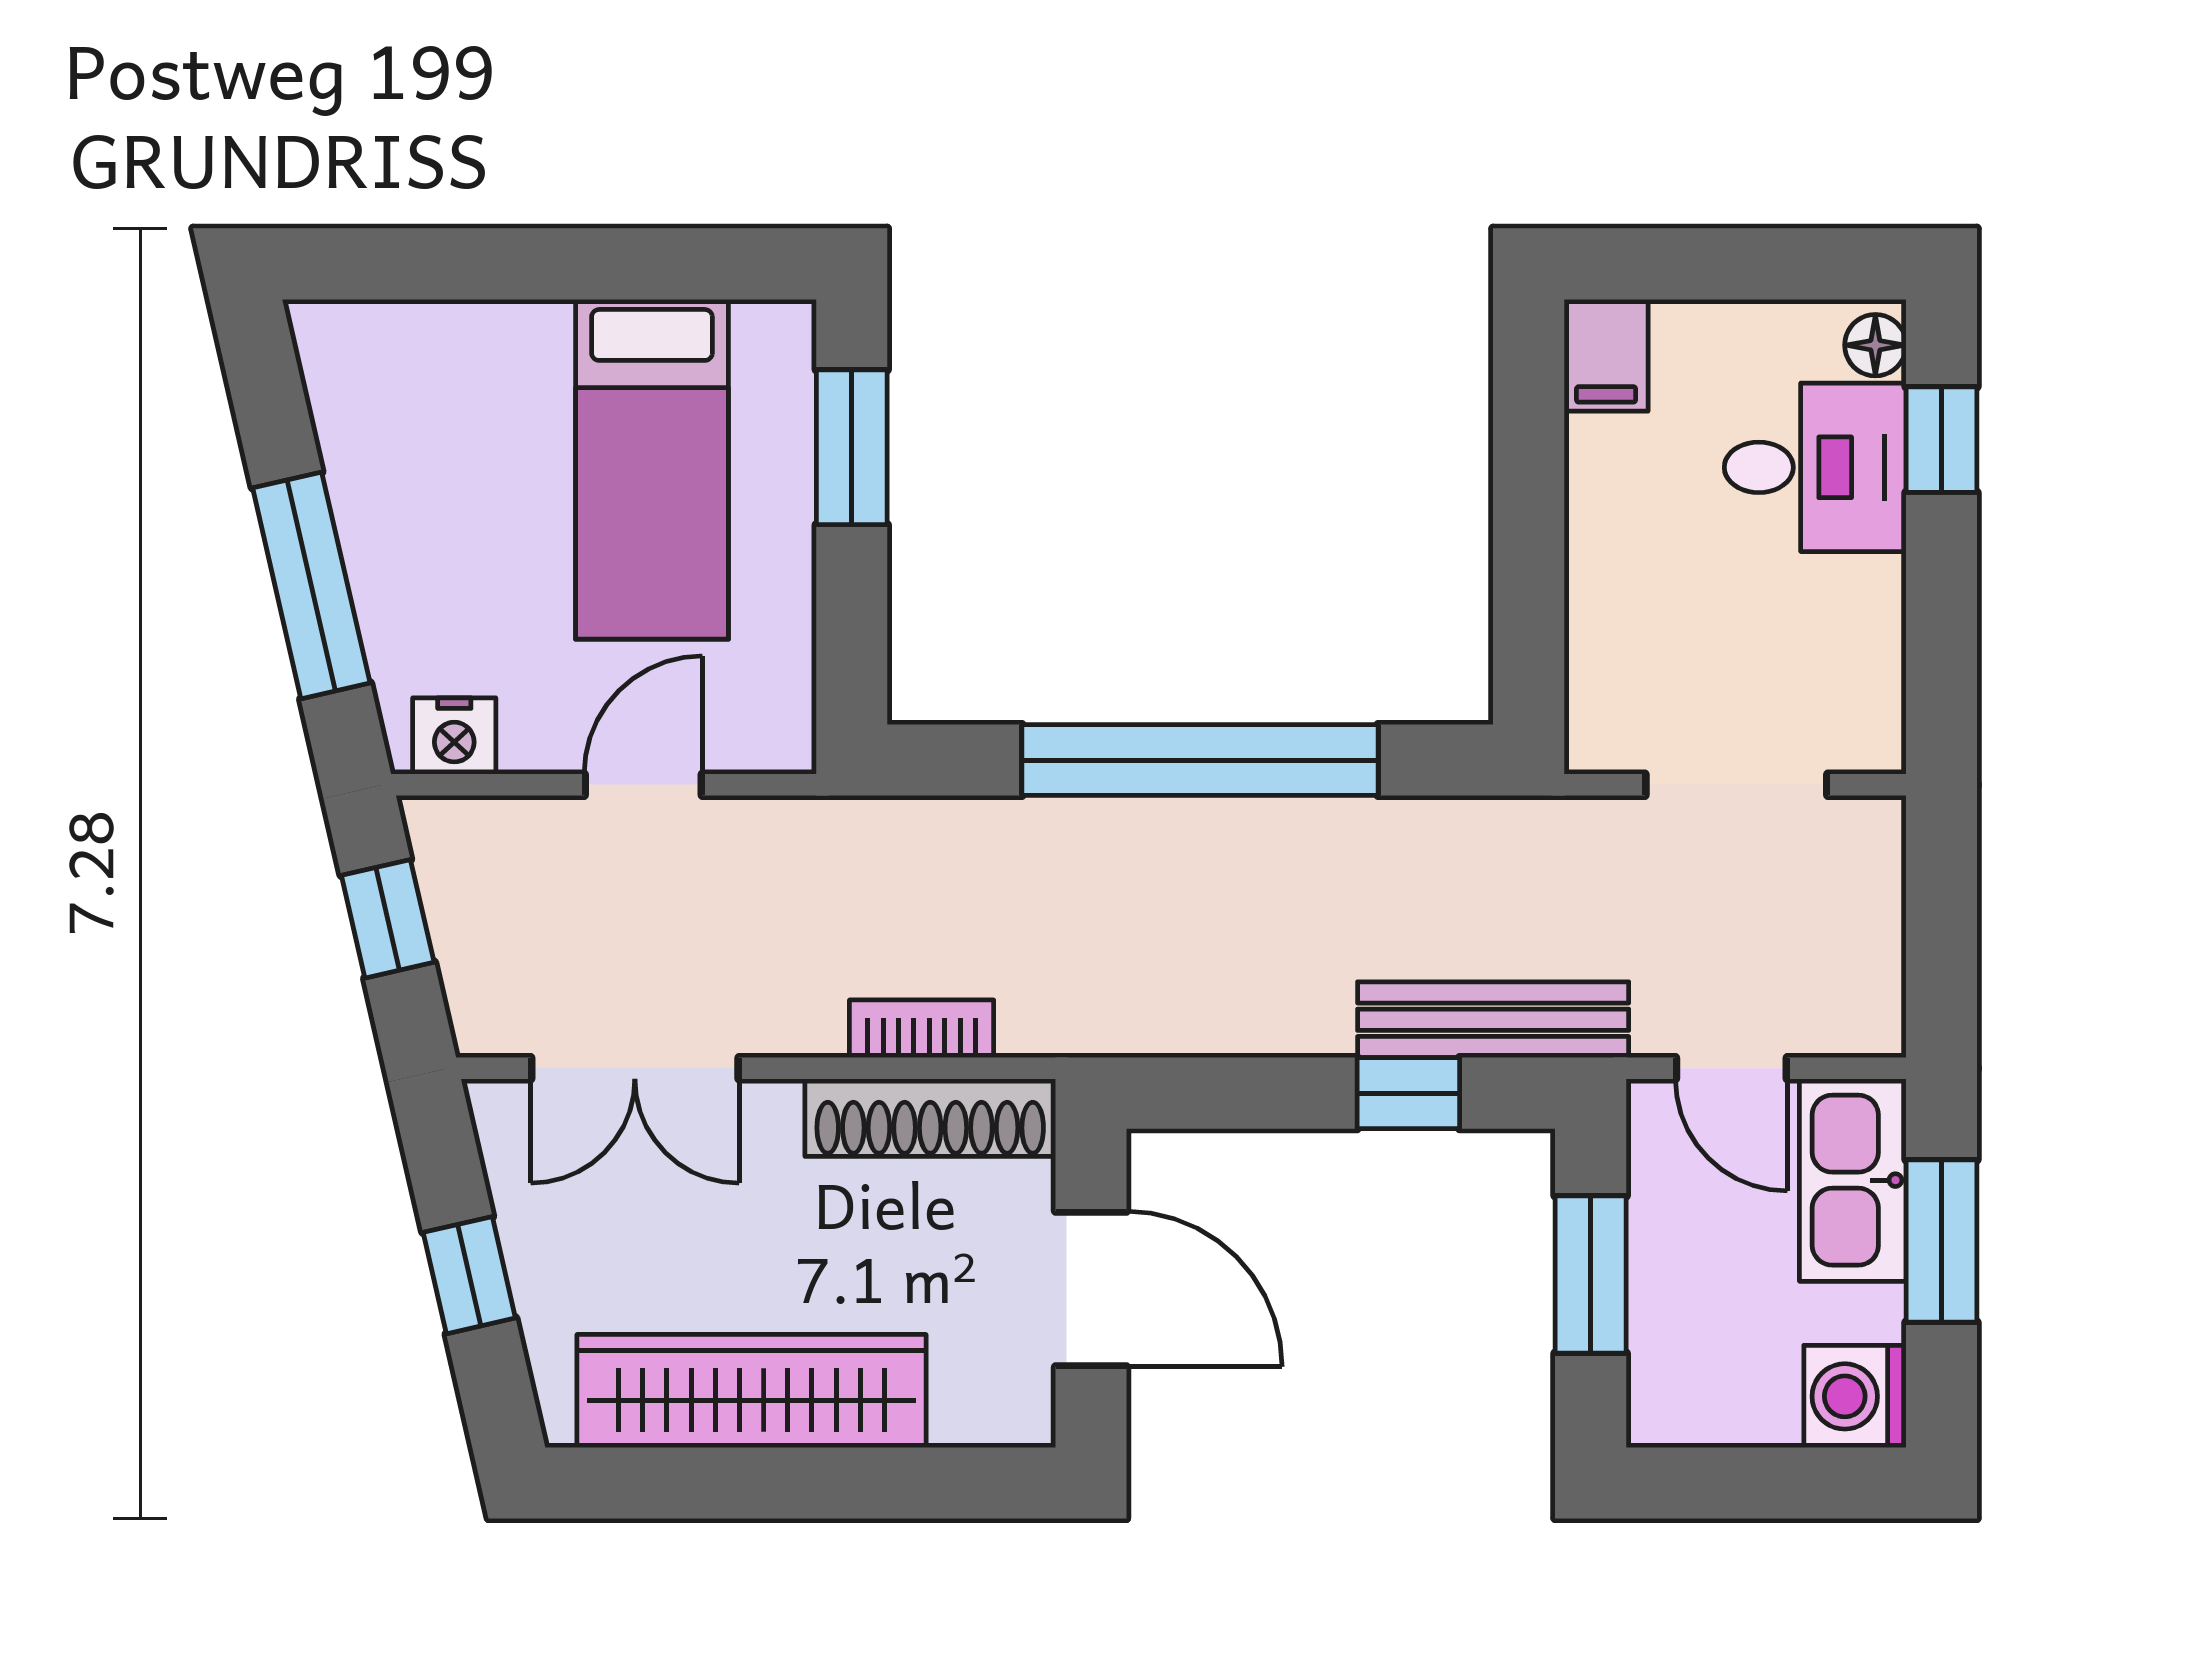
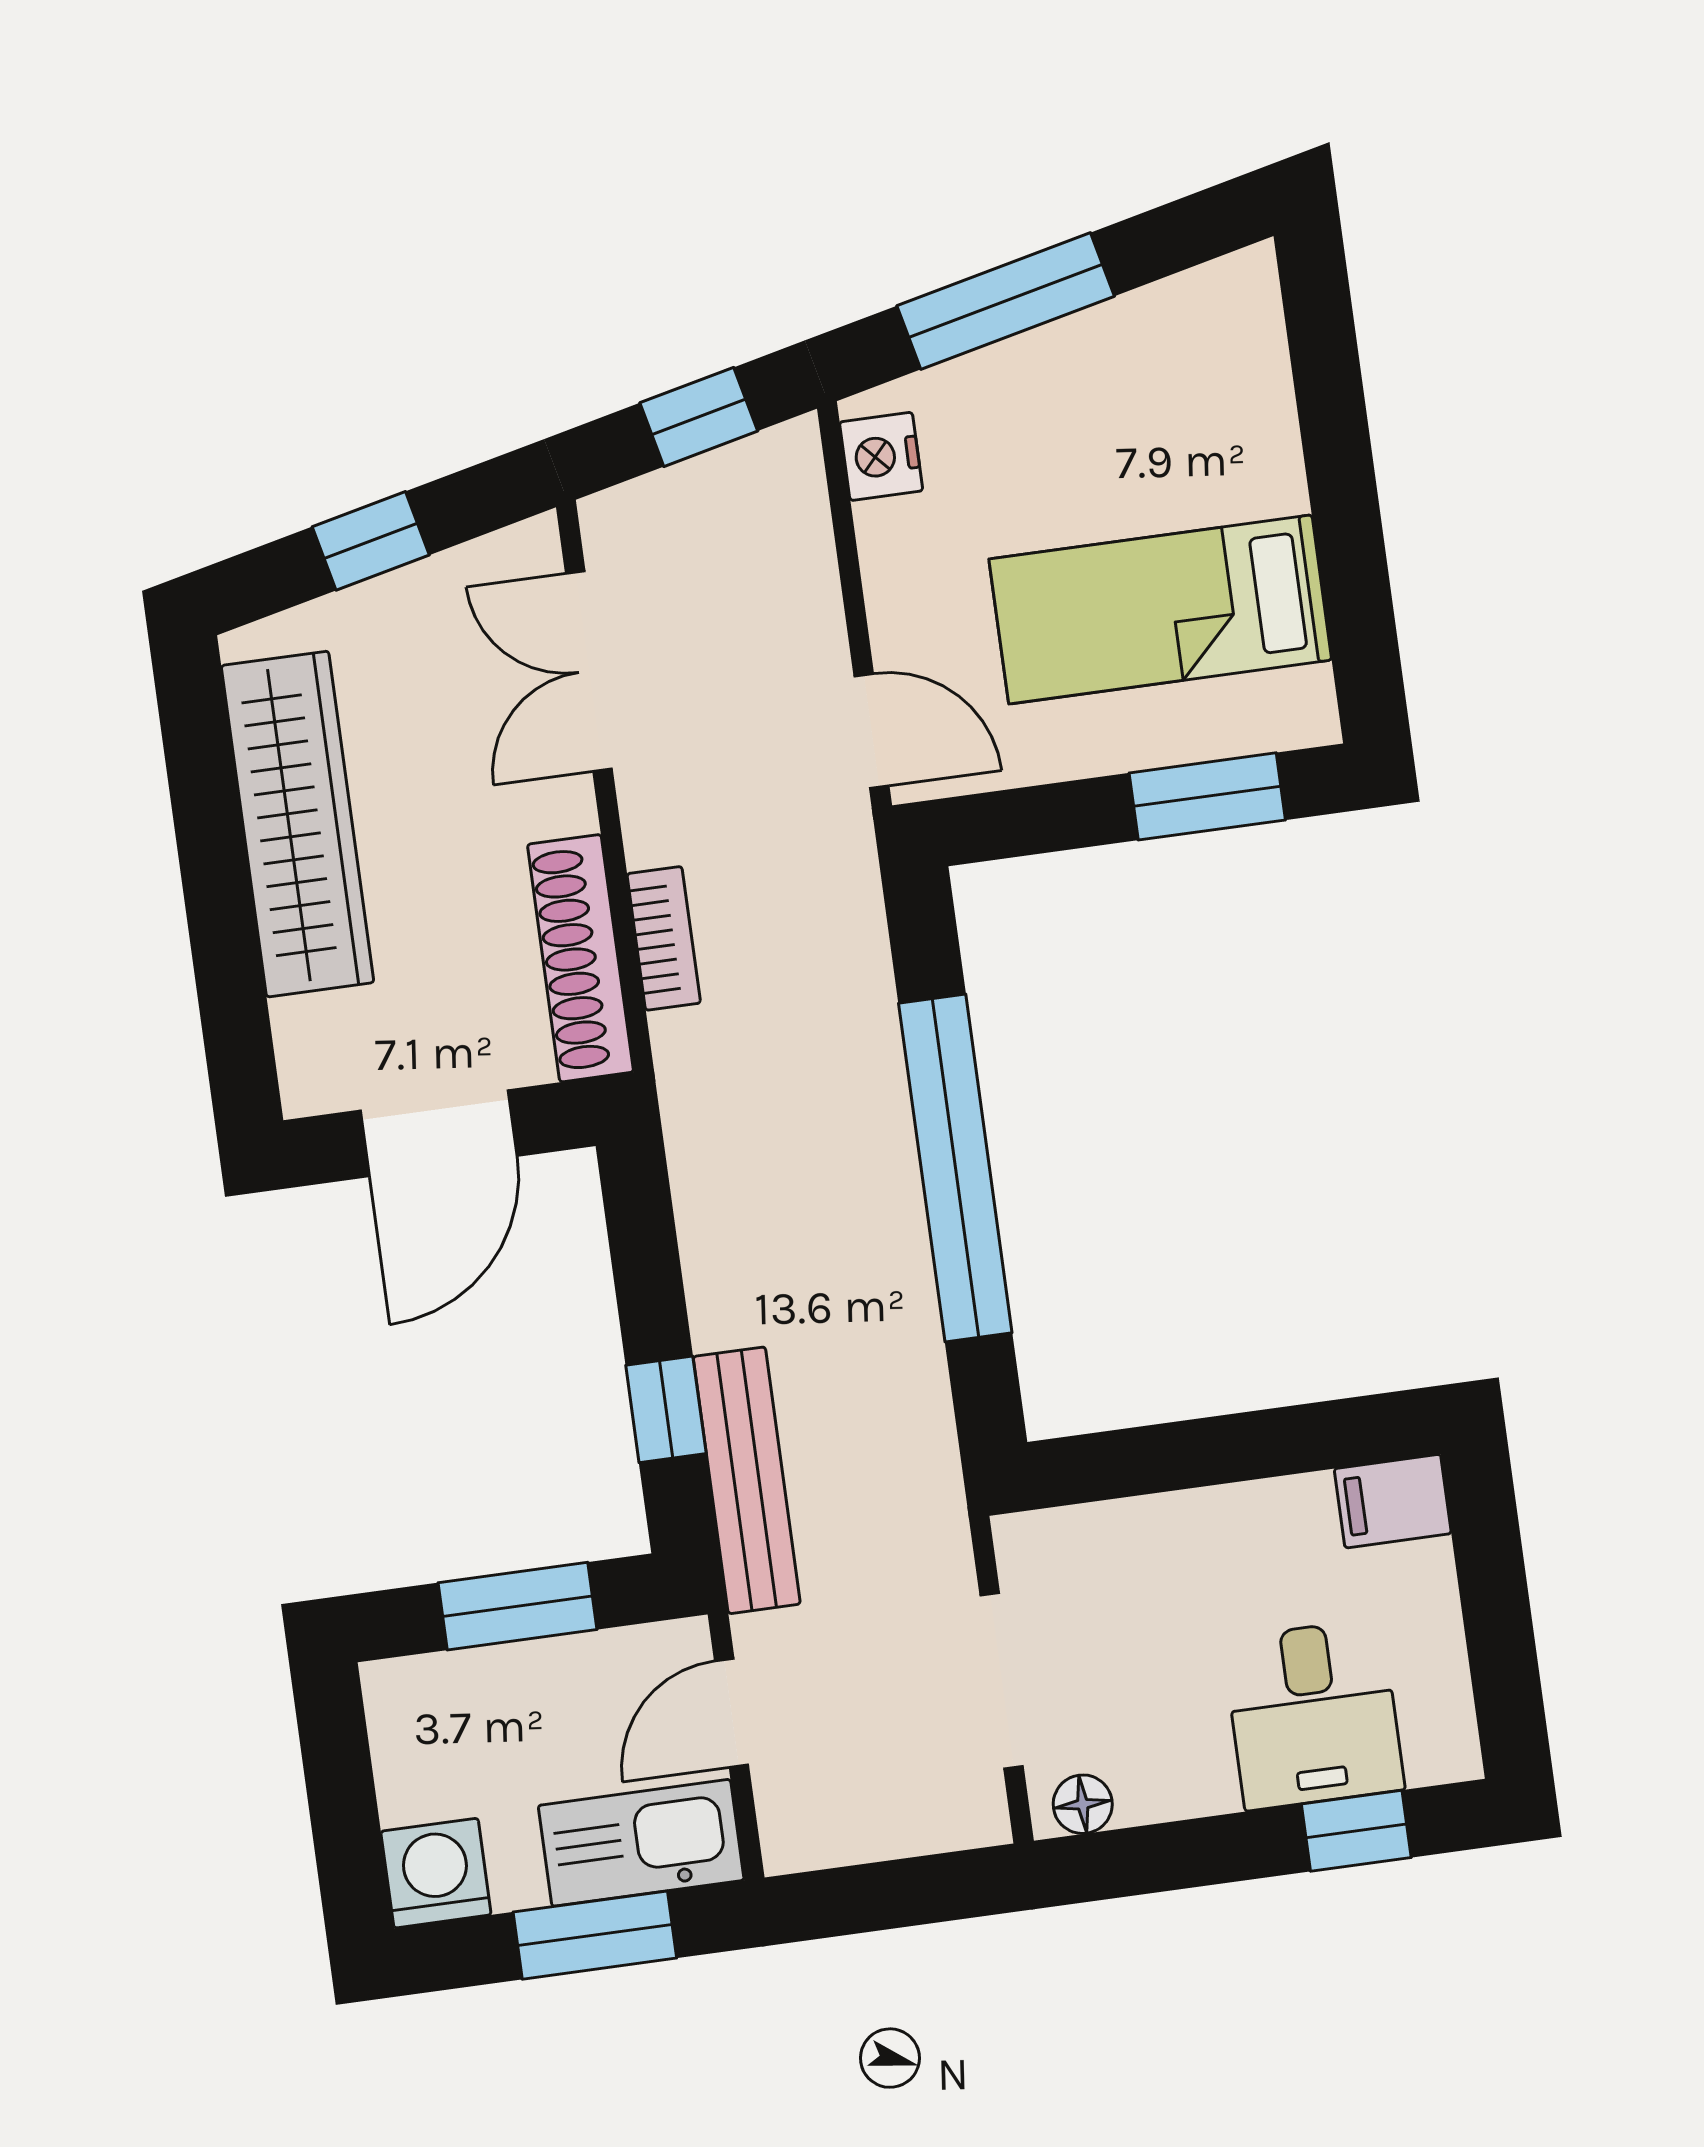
floor lamp: (1875, 345) -> (1083, 1804), moved
door: (643, 785) -> (871, 731), moved

